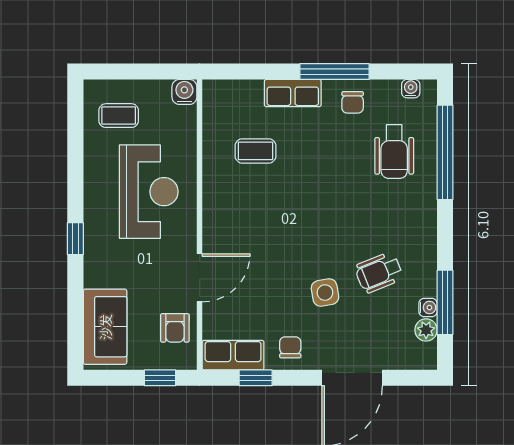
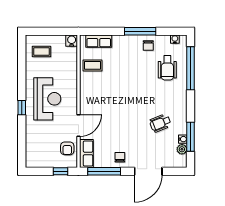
row of seats: (293, 93) -> (99, 41), moved
coffee table: (256, 151) -> (93, 65), moved
reception desk: (149, 192) -> (47, 99), moved
side table: (325, 293) -> (136, 132), removed
sofa: (105, 327) -> (35, 148), removed
row of seats: (233, 355) -> (86, 153), moved, turned 90
window: (256, 378) -> (104, 171), width x2.17

